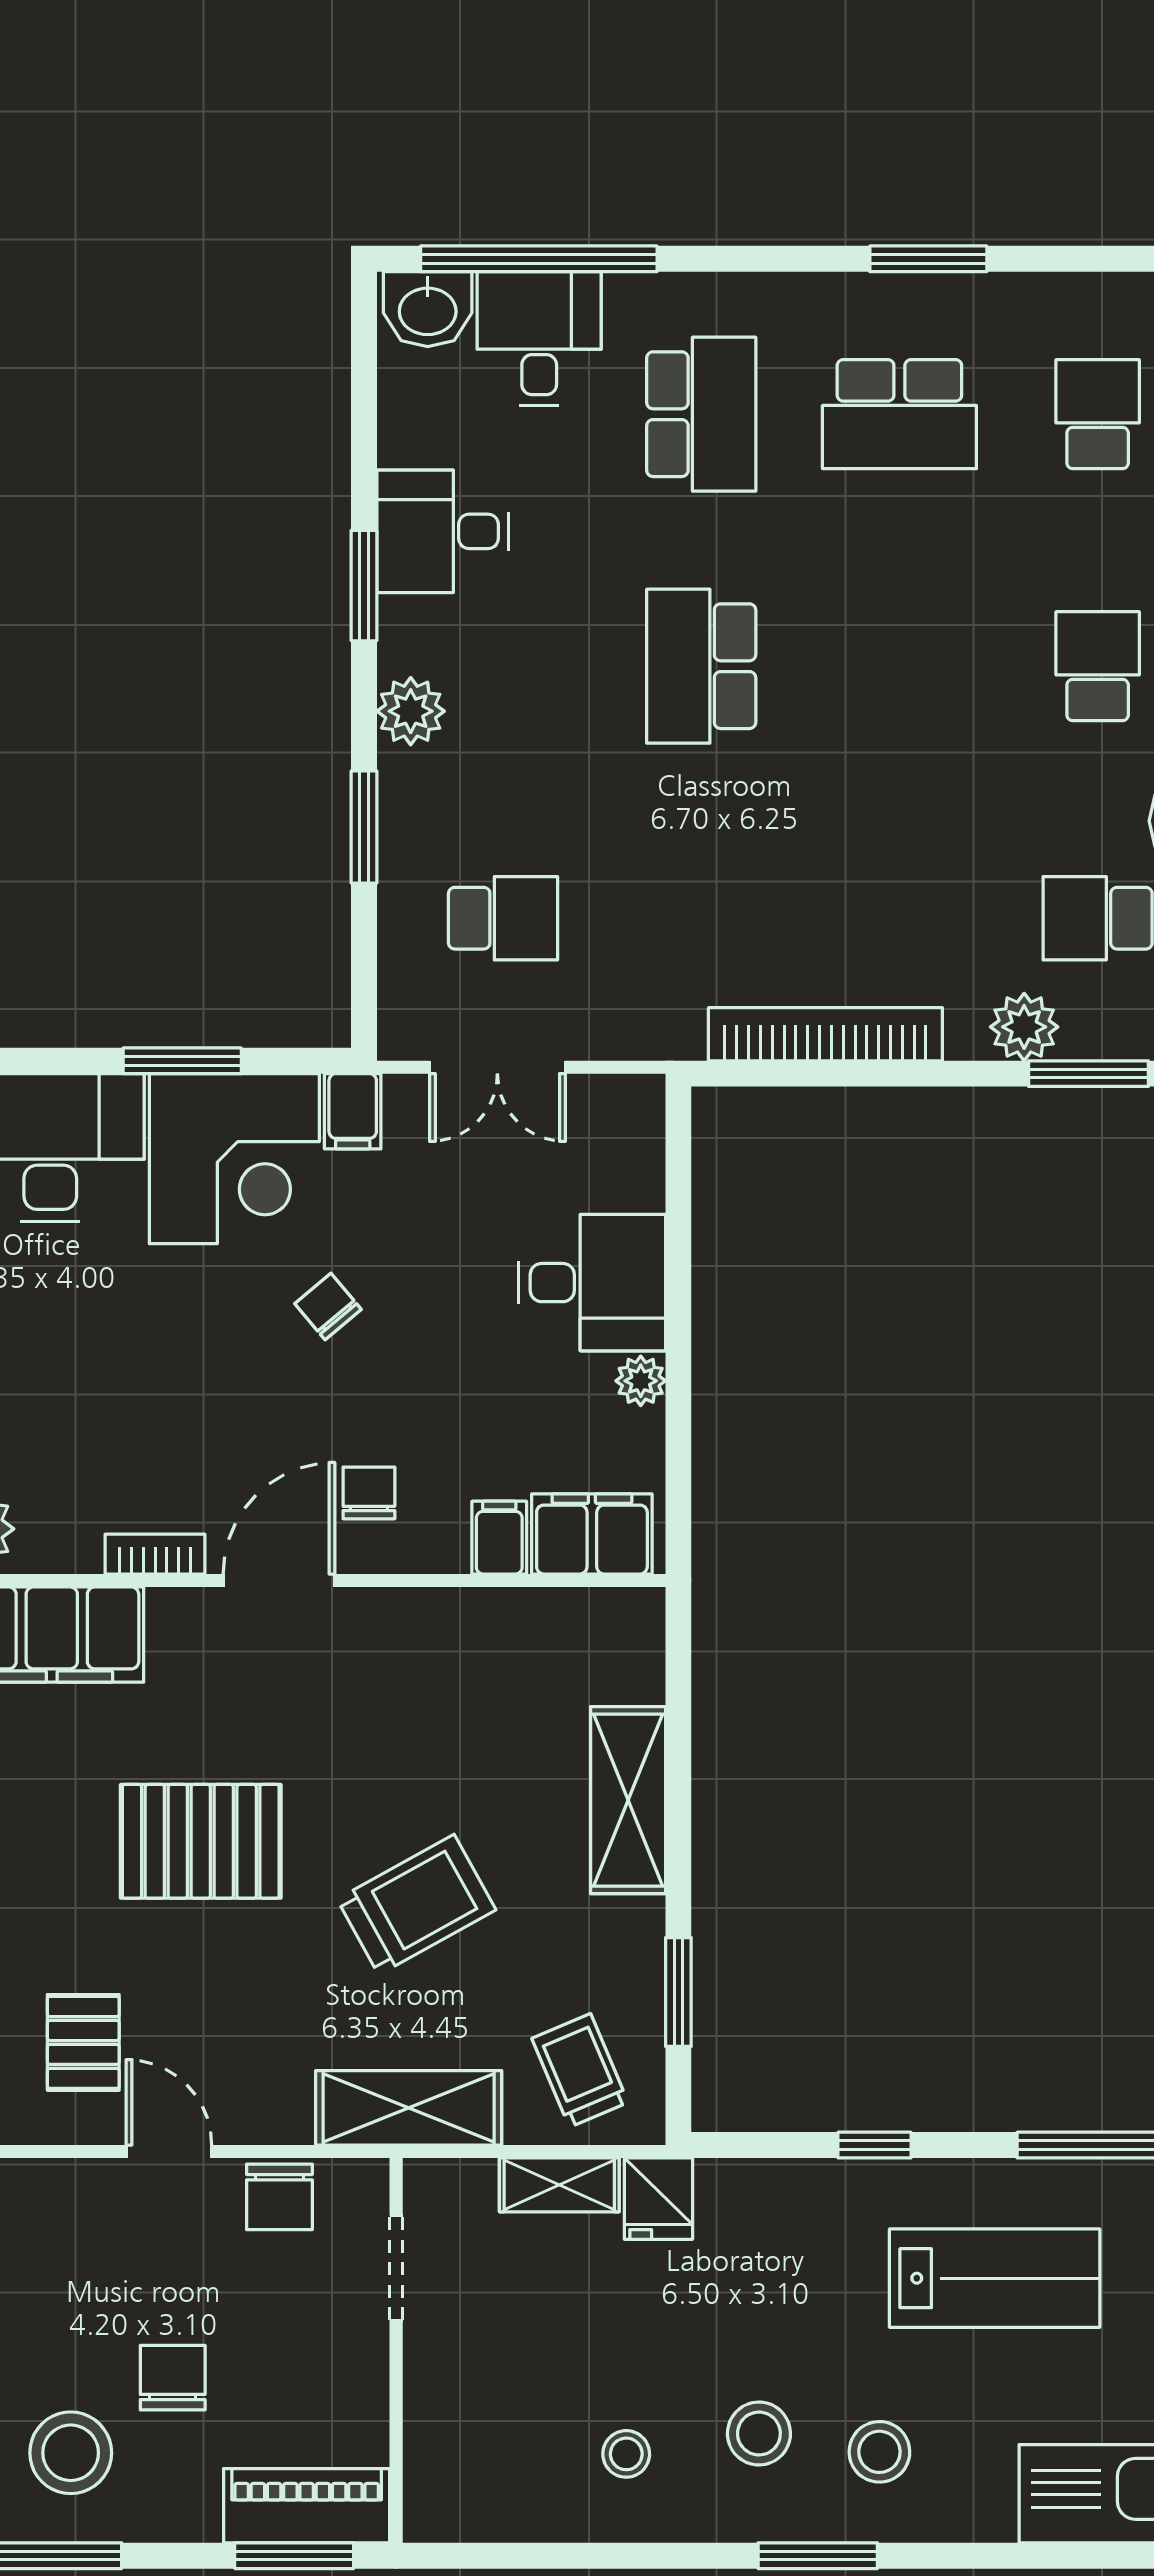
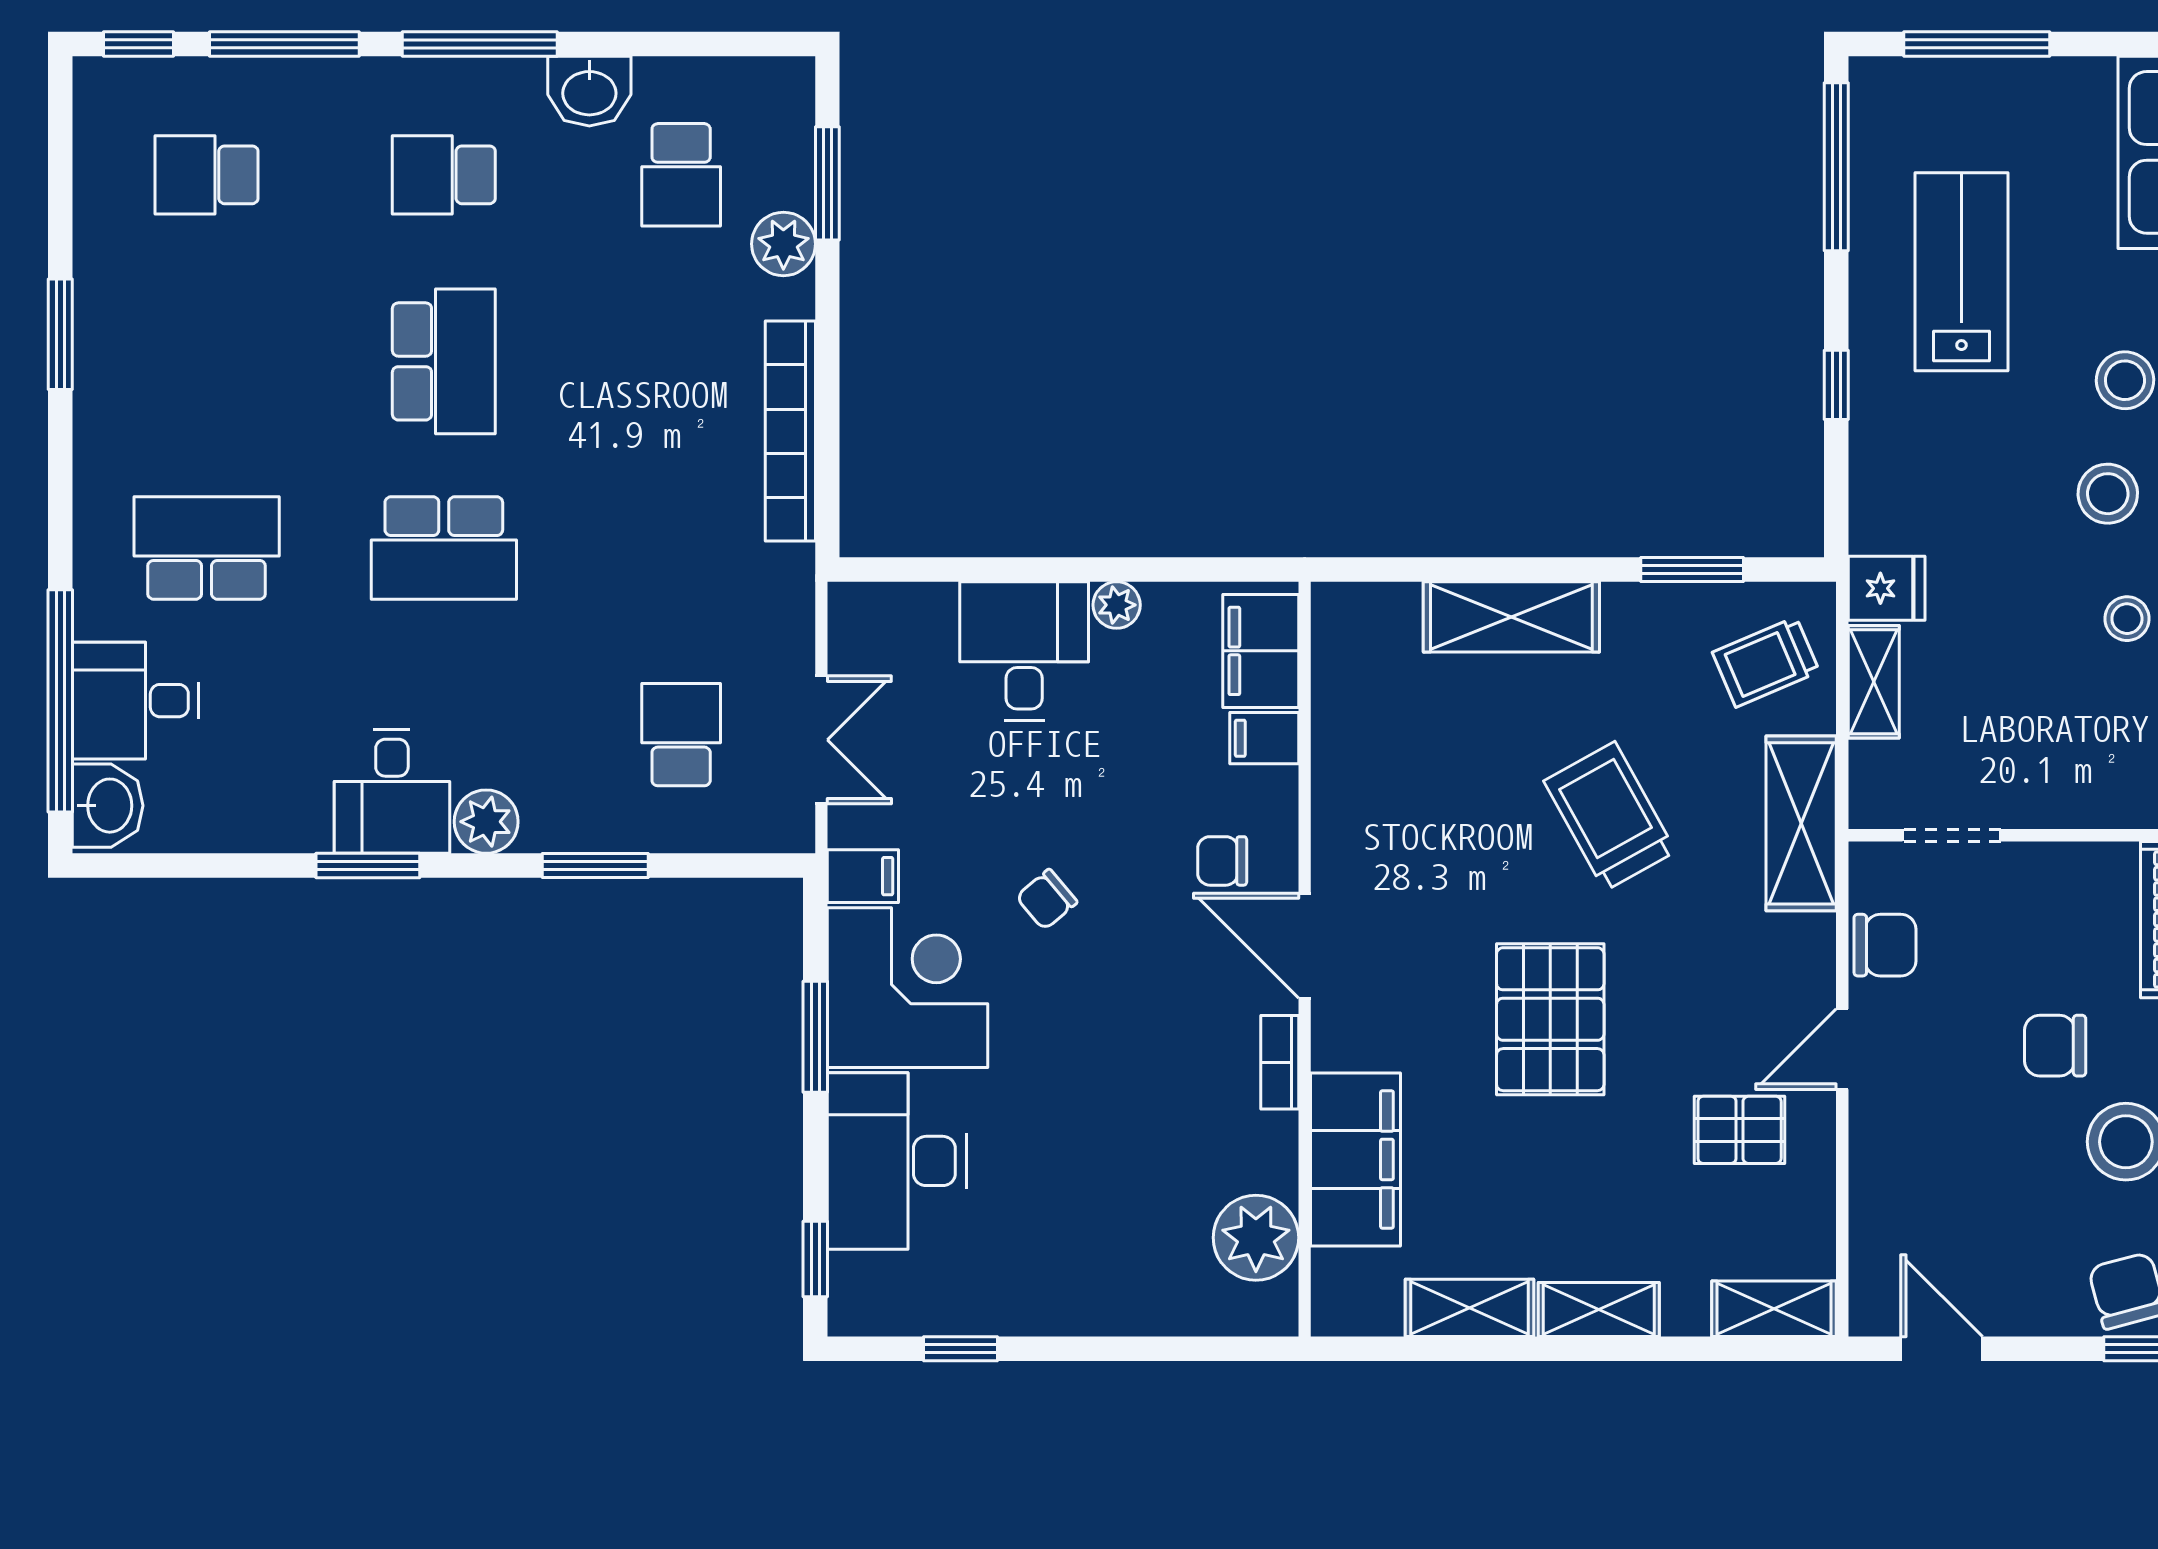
school desk: (899, 414) -> (444, 361), moved
desk: (443, 531) -> (392, 791), moved

